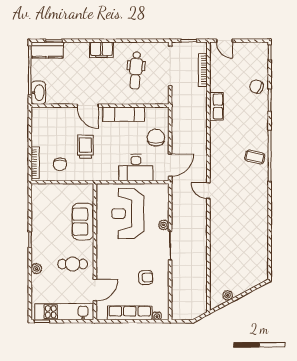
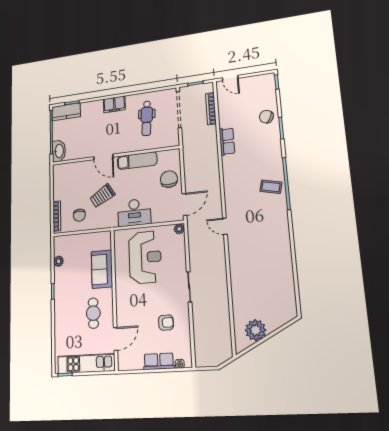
trolley: (85, 147) -> (102, 196), turned -121
desk: (136, 168) -> (134, 212), moved
reception desk: (128, 214) -> (145, 257), turned 180
plant: (164, 225) -> (179, 229), moved
cafe table: (73, 264) -> (93, 313), turned 90
plant: (37, 269) -> (59, 261), moved
plant: (228, 295) -> (256, 330), width x1.87, depth x1.87
row of seats: (130, 313) -> (159, 361), width x0.68

